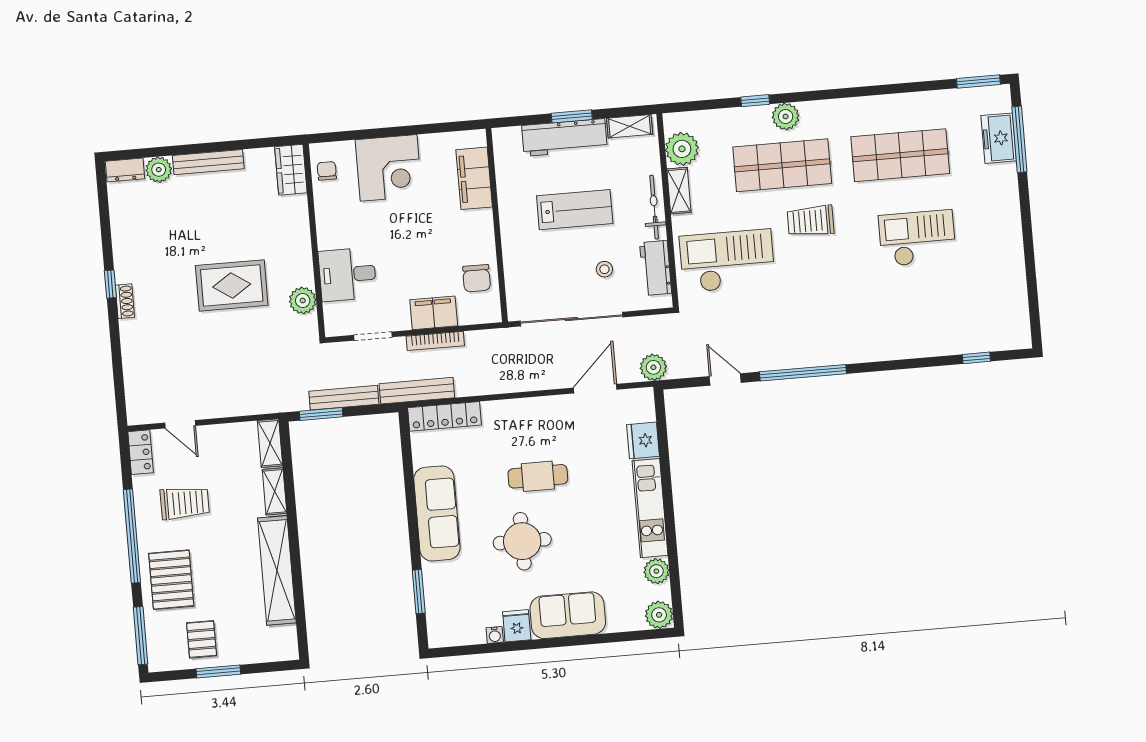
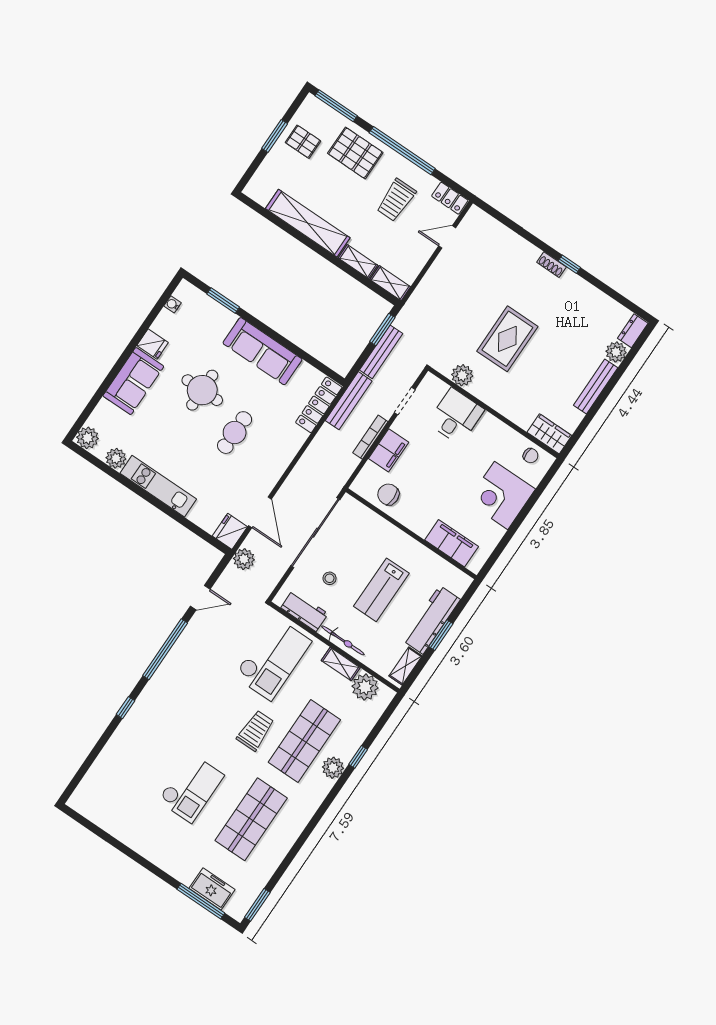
window: (976, 358) -> (126, 708), moved
fridge: (643, 440) -> (230, 531), moved, turned -90
water cooler: (495, 635) -> (172, 304), moved

